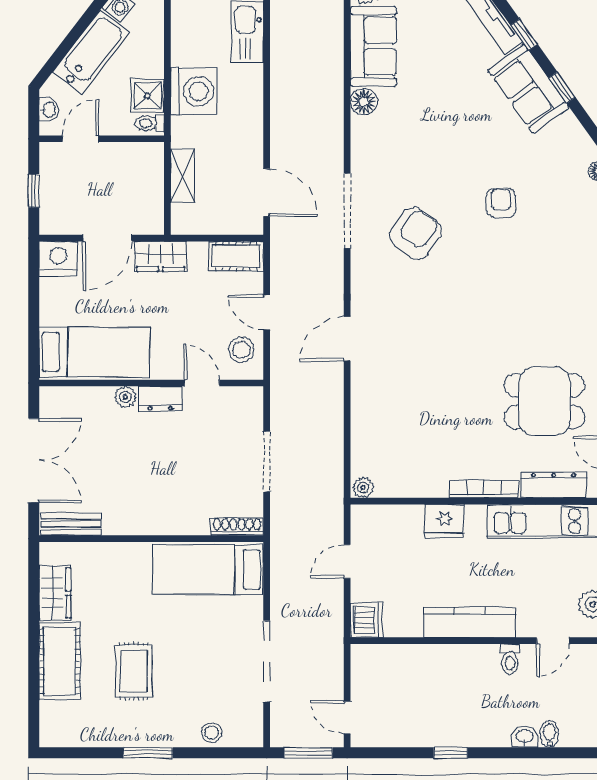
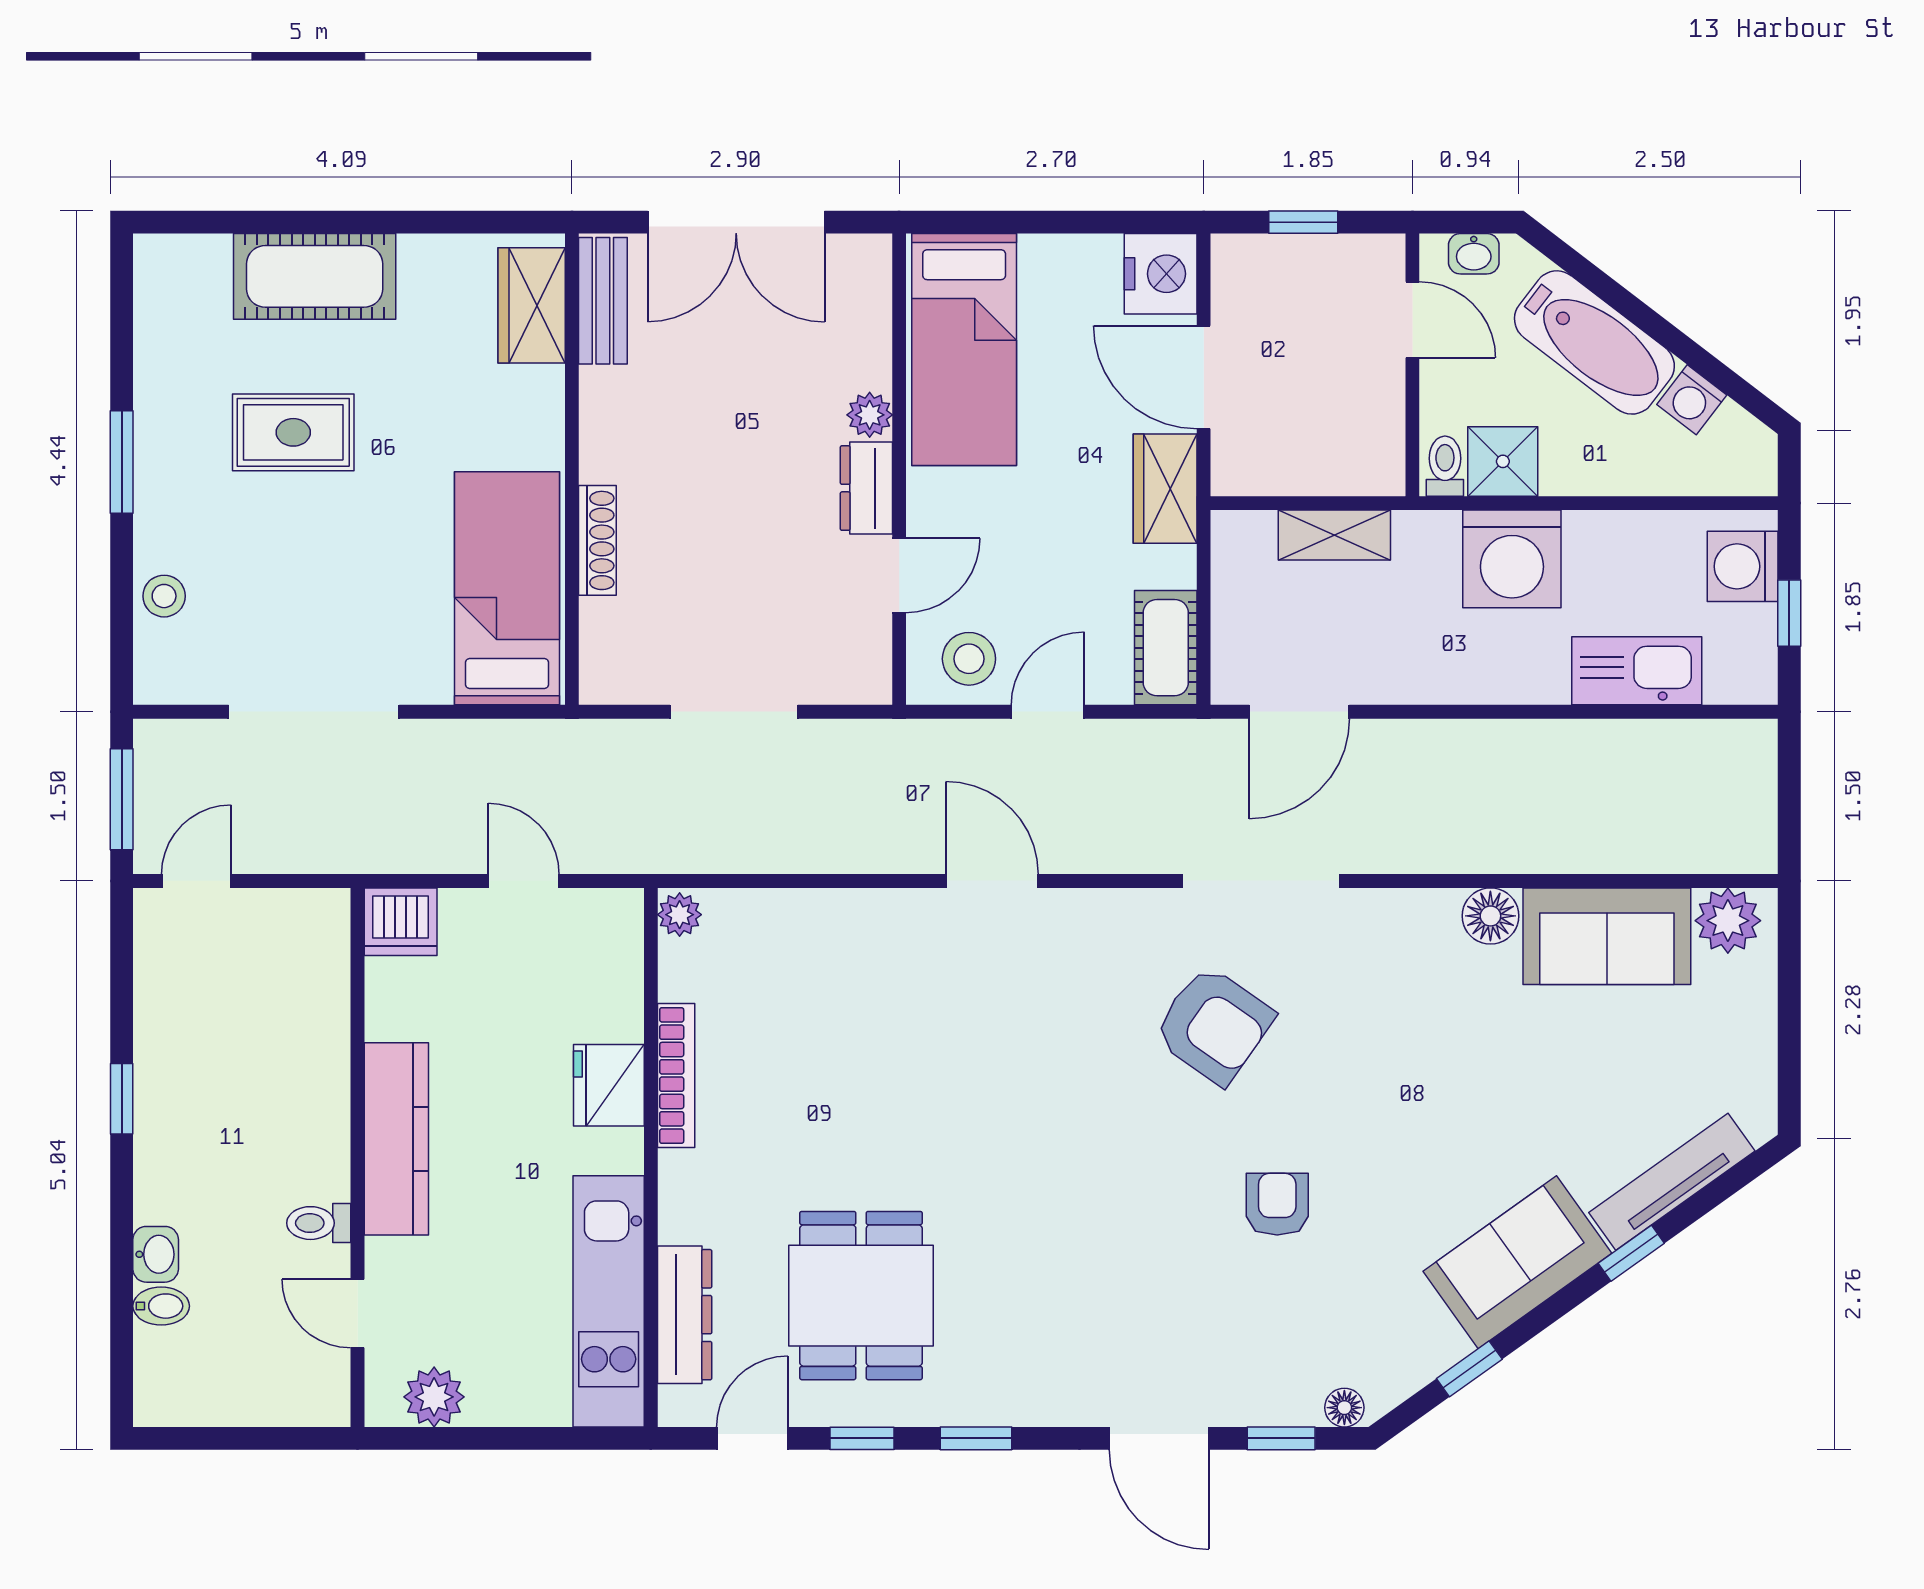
window: (562, 88) -> (1469, 1369), moved
armchair: (501, 203) -> (1277, 1204), turned -90
bookcase: (484, 489) -> (676, 1076), moved
shoe rack: (237, 527) -> (597, 540), moved
wardrobe: (55, 593) -> (532, 305), moved, turned 90

